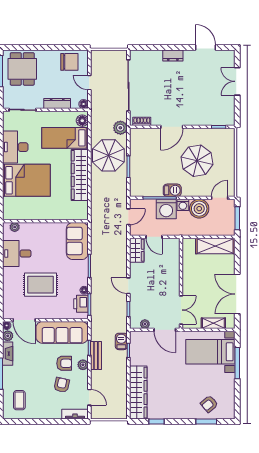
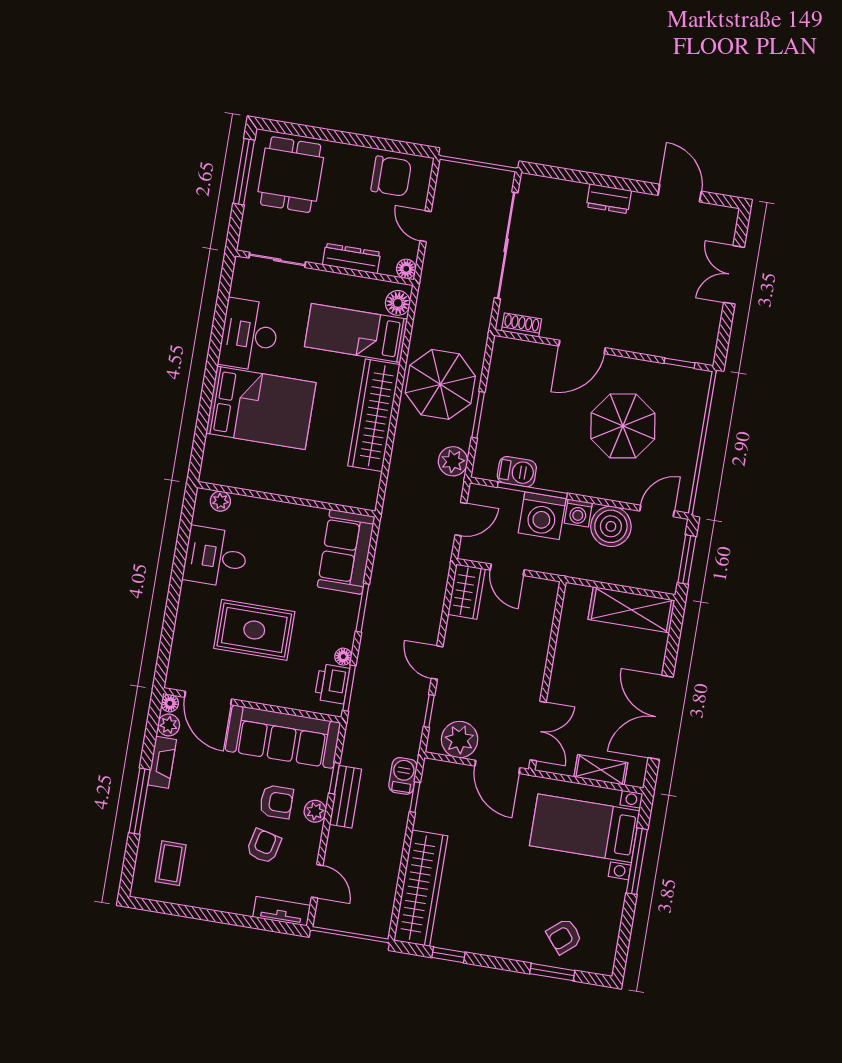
plant: (120, 128) -> (453, 461), moved
barbecue: (172, 190) -> (517, 472), moved
plant: (145, 324) -> (460, 740), width x1.87, depth x1.87

